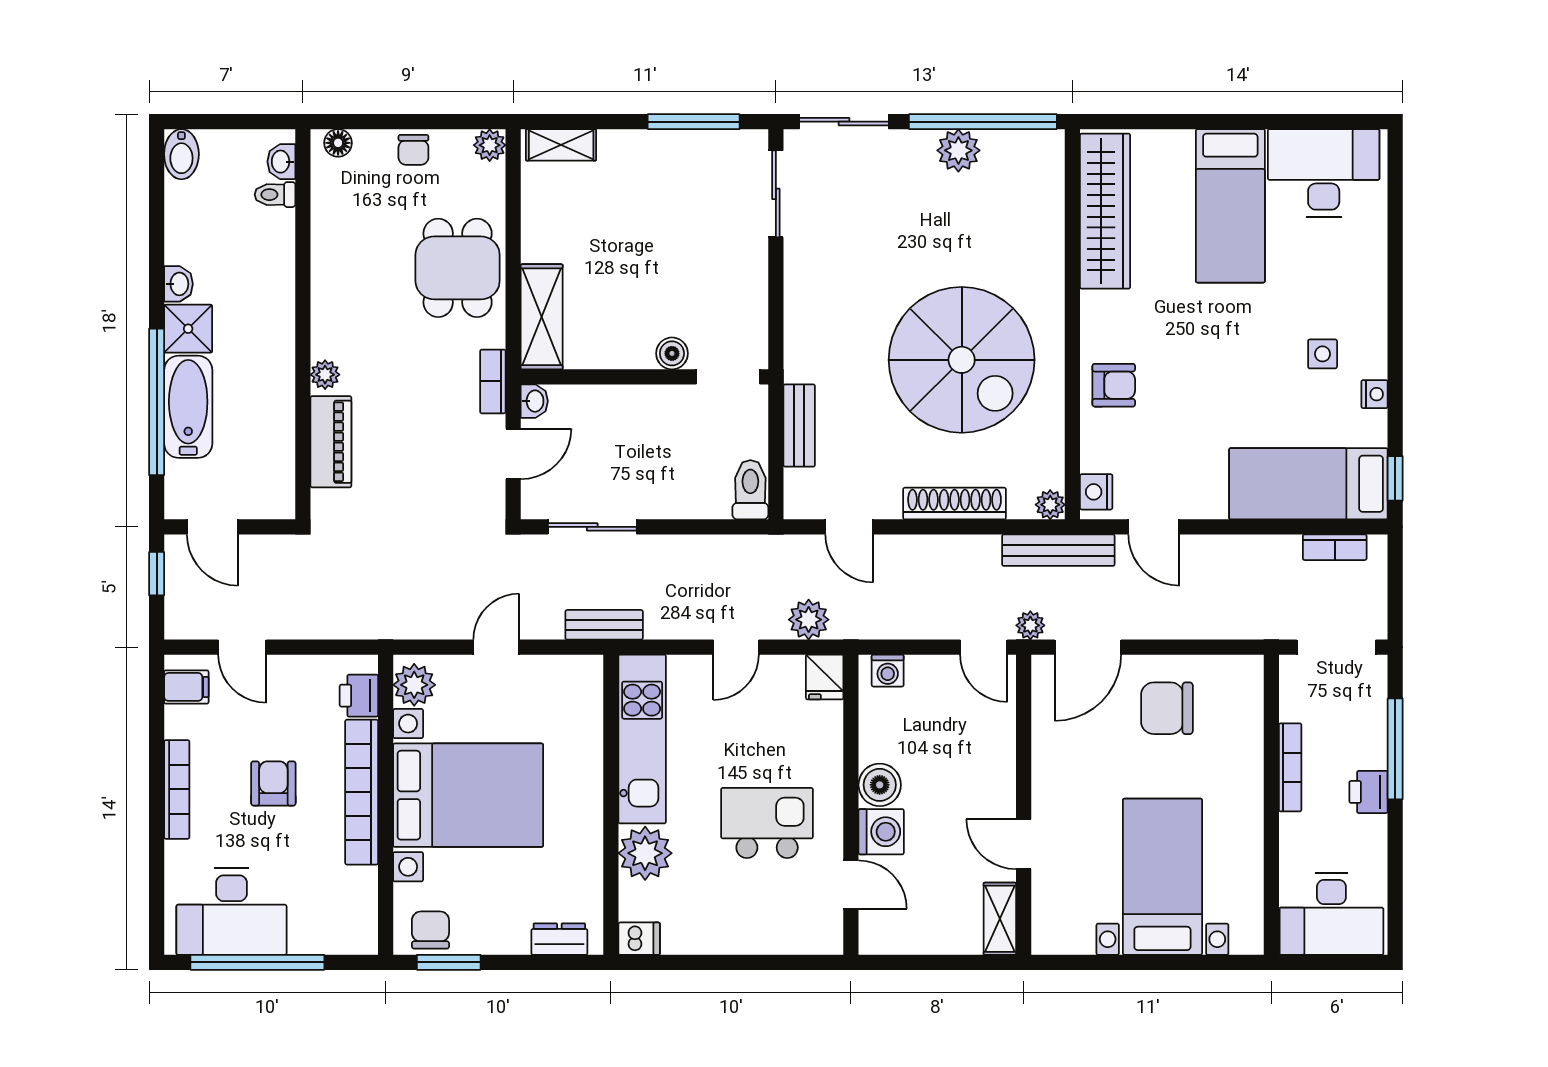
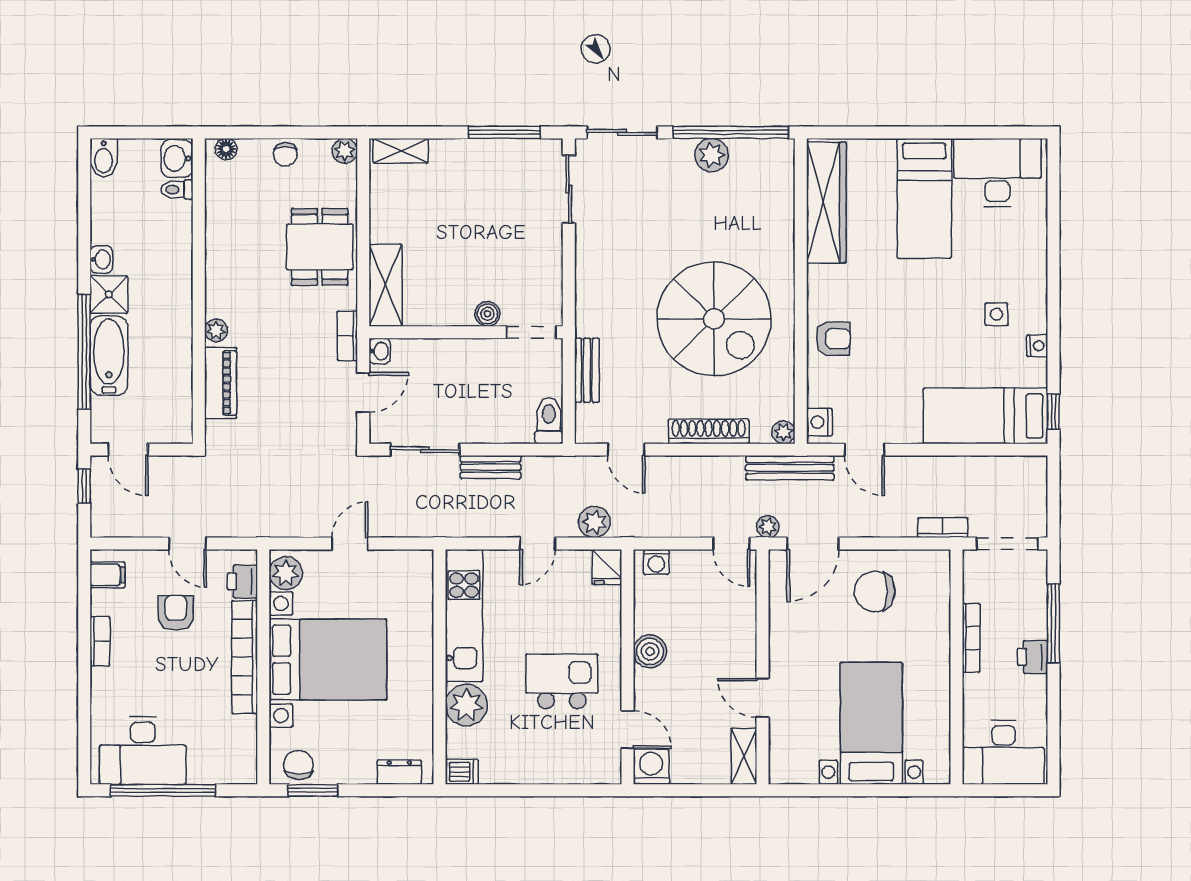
washbasin: (281, 162) -> (177, 158), width x1.38, depth x1.45
bookcase: (1335, 547) -> (943, 528), moved, turned 180
bench: (604, 625) -> (491, 467), moved
door: (242, 647) -> (188, 544), moved
armchair: (273, 783) -> (176, 613), moved
bookcase: (177, 789) -> (100, 641), width x0.64
washing machine: (881, 832) -> (651, 767), moved, turned -90

